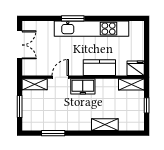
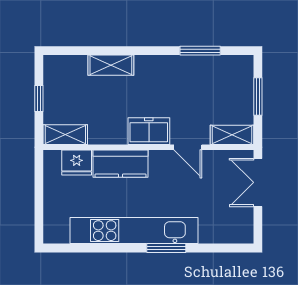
double door: (20, 45) -> (258, 182), moved
fridge: (136, 68) -> (77, 162), moved
door: (60, 77) -> (188, 147), hinge flipped

